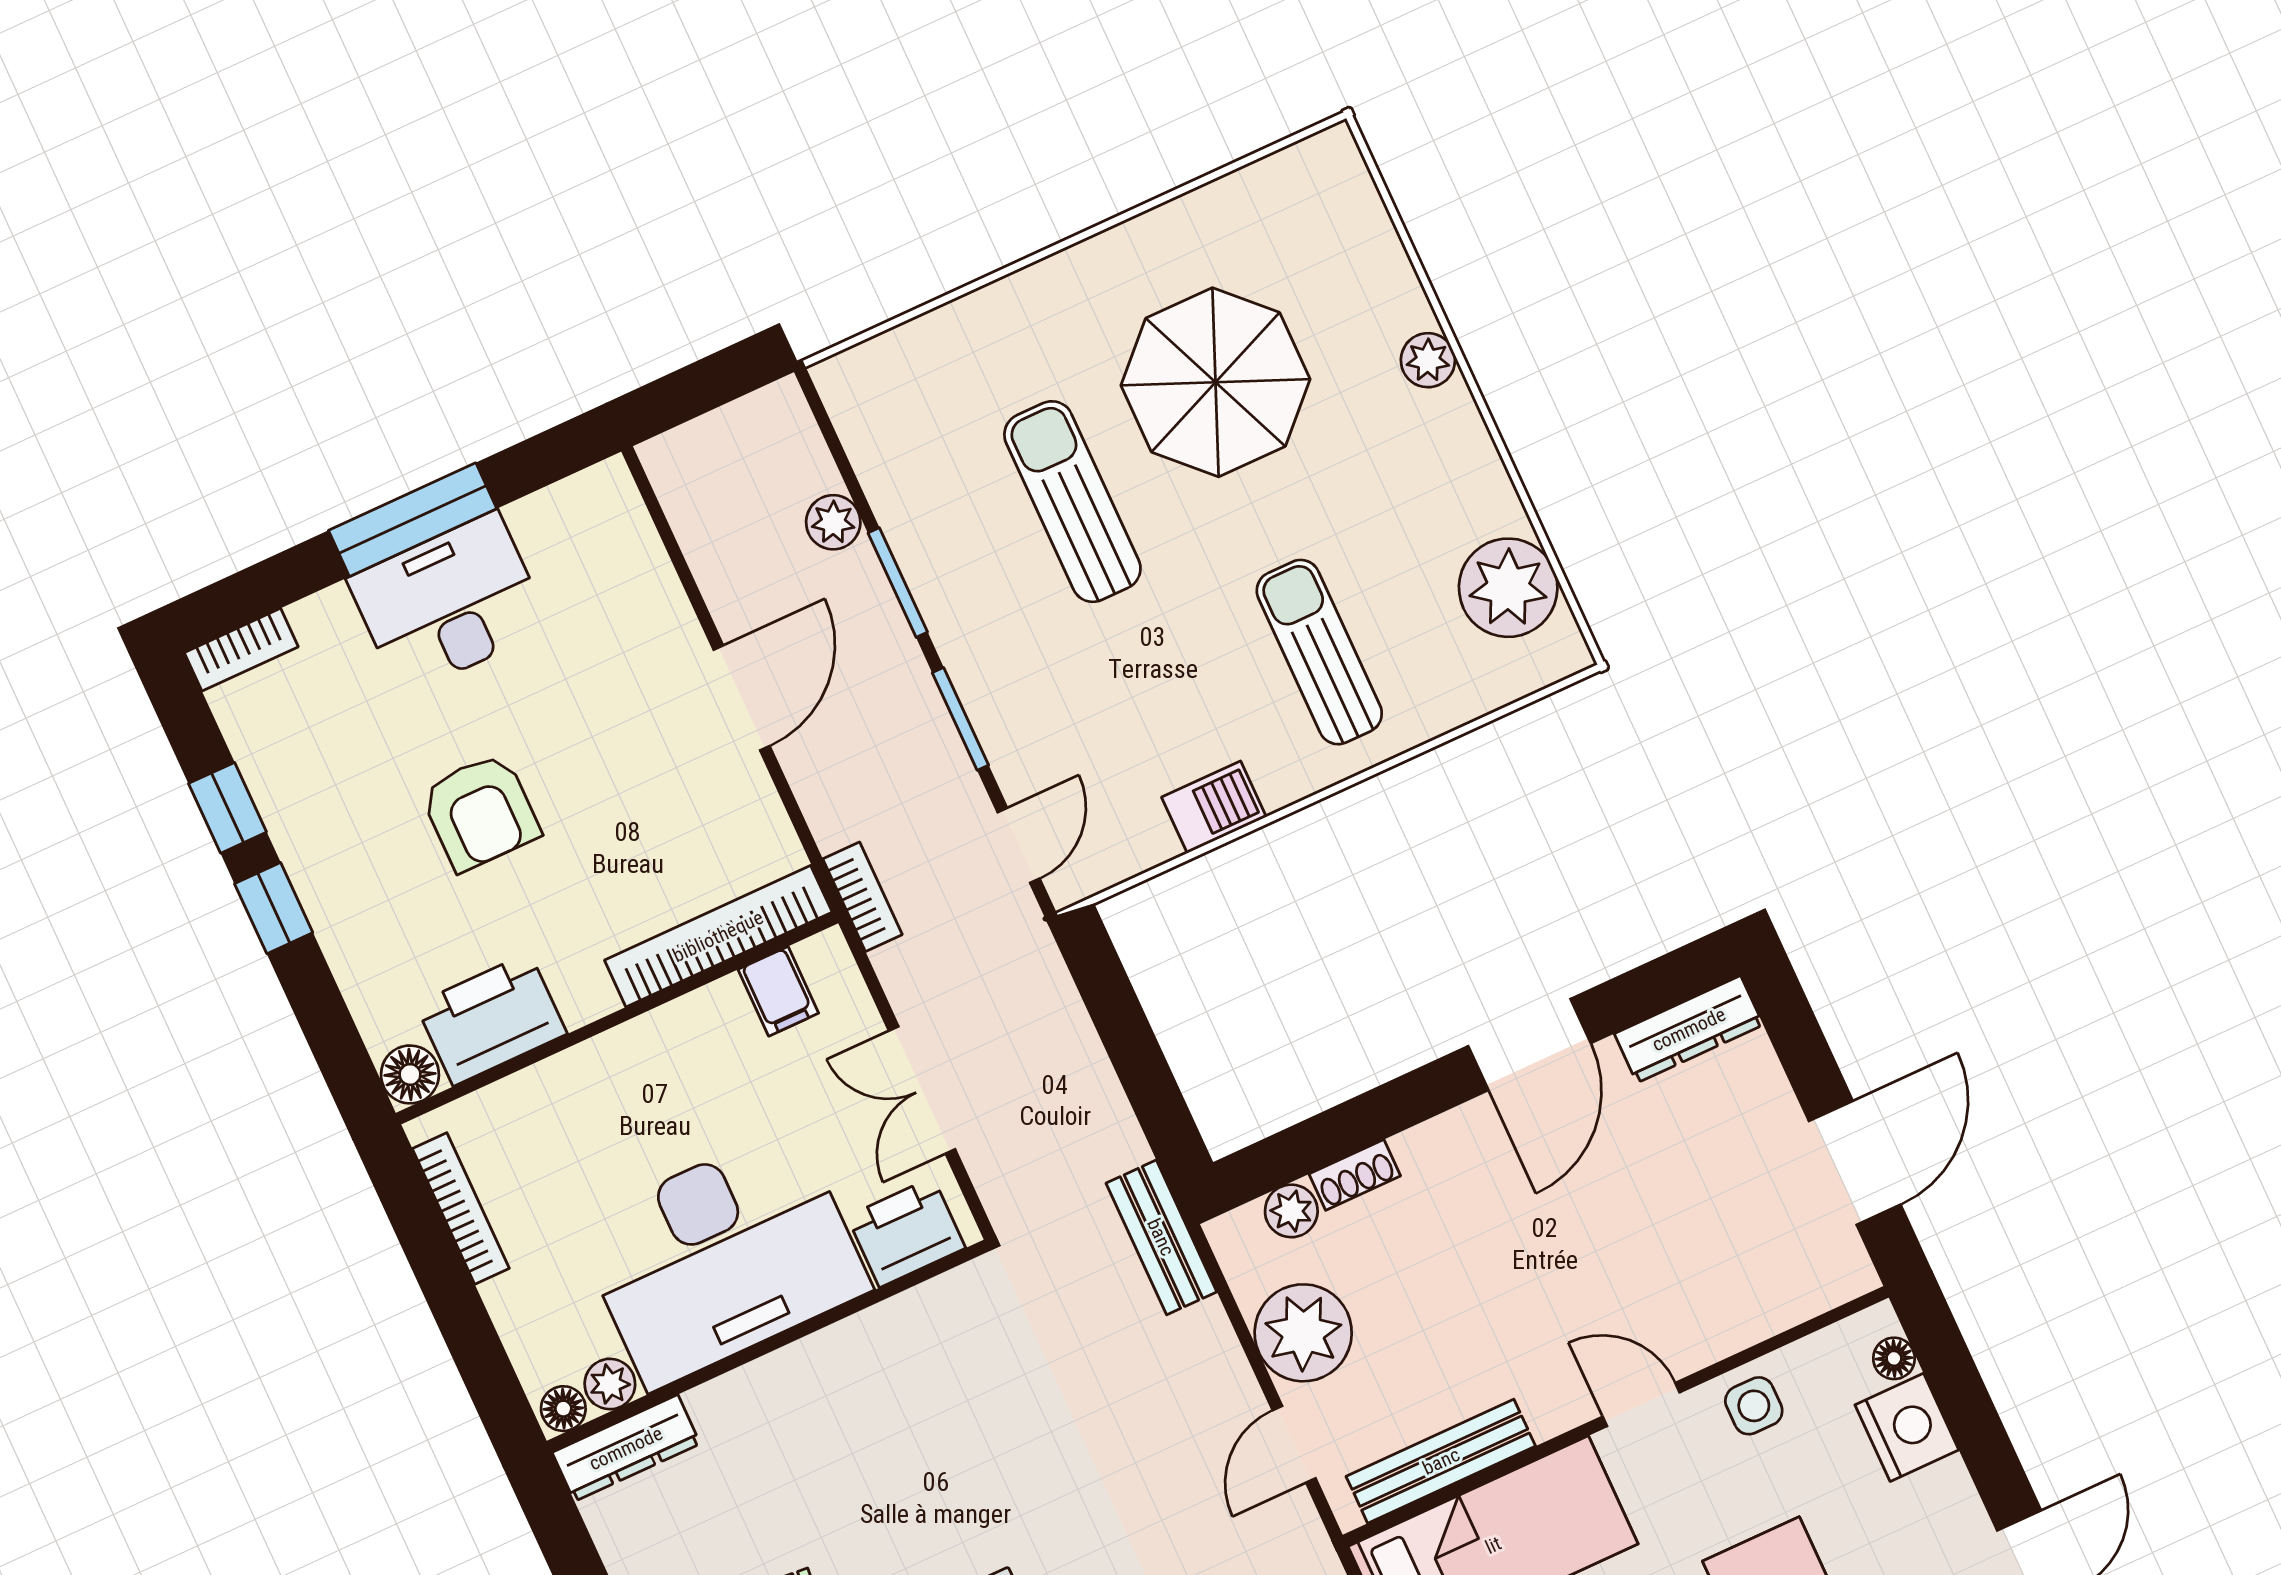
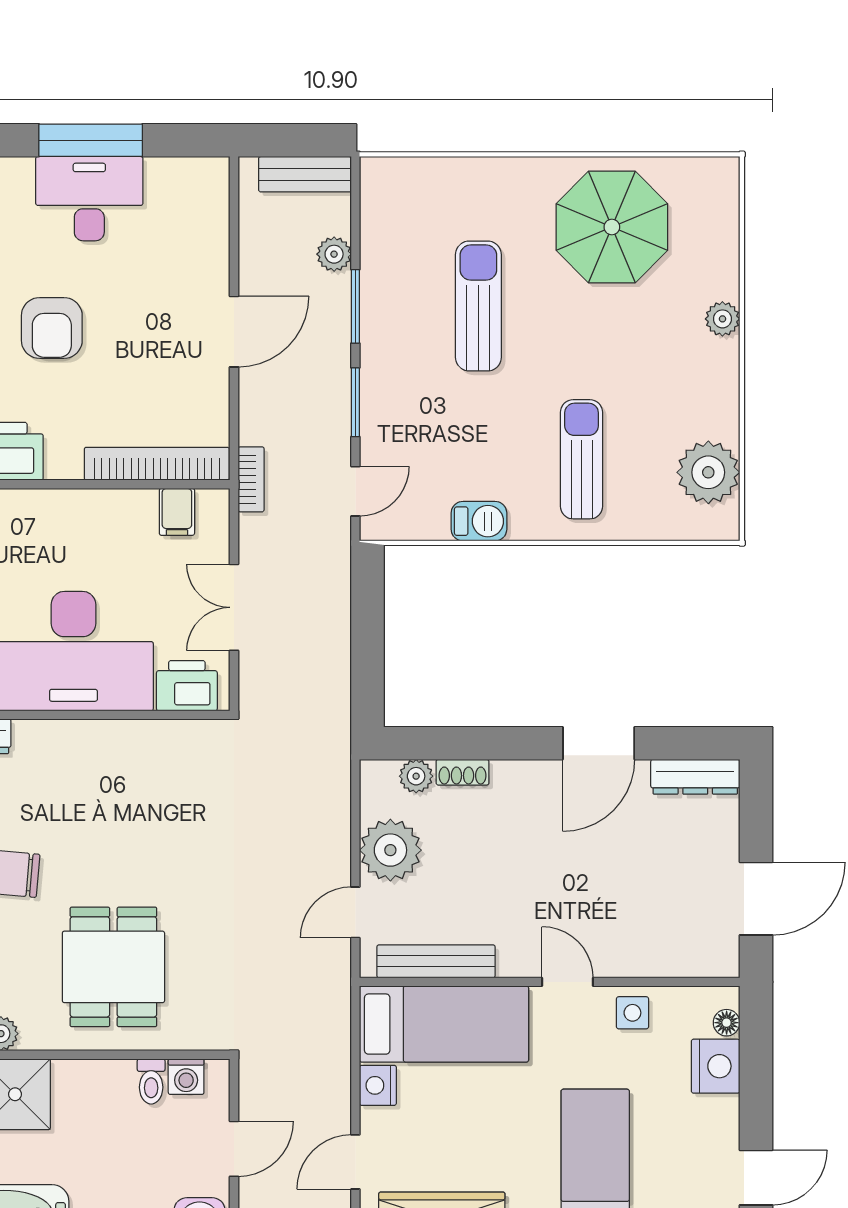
parasol: (1216, 382) -> (612, 227), moved
bench: (1161, 1237) -> (305, 174), moved, turned 90

